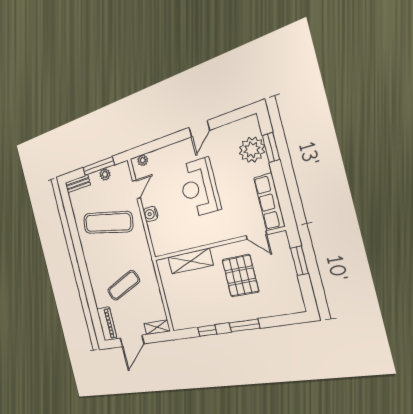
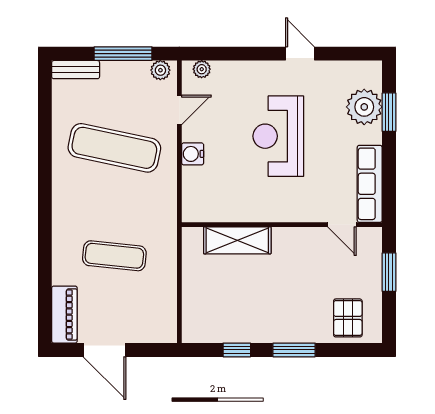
door: (199, 129) -> (300, 54), swing flipped
plant: (105, 174) -> (160, 70), moved
pallet: (240, 276) -> (348, 318), moved, width x0.67, depth x0.71
exercise mat: (124, 285) -> (114, 256), turned 30
shelving: (157, 327) -> (156, 333), removed
door: (132, 341) -> (104, 350), hinge flipped

